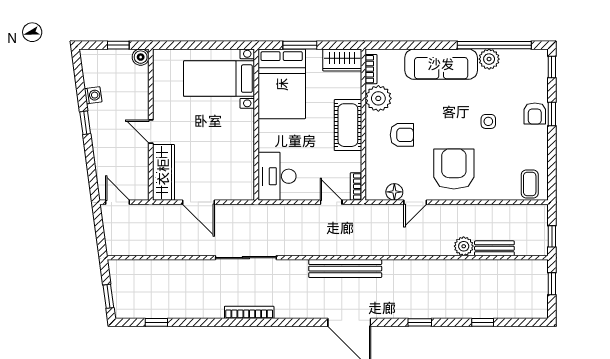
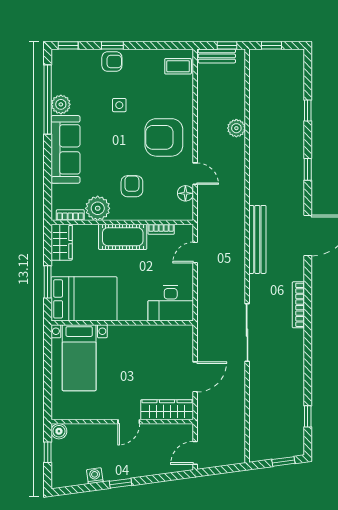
bookcase: (356, 186) -> (161, 229), moved
bench: (494, 248) -> (217, 56), moved, turned 90
bookcase: (249, 312) -> (298, 305), moved

